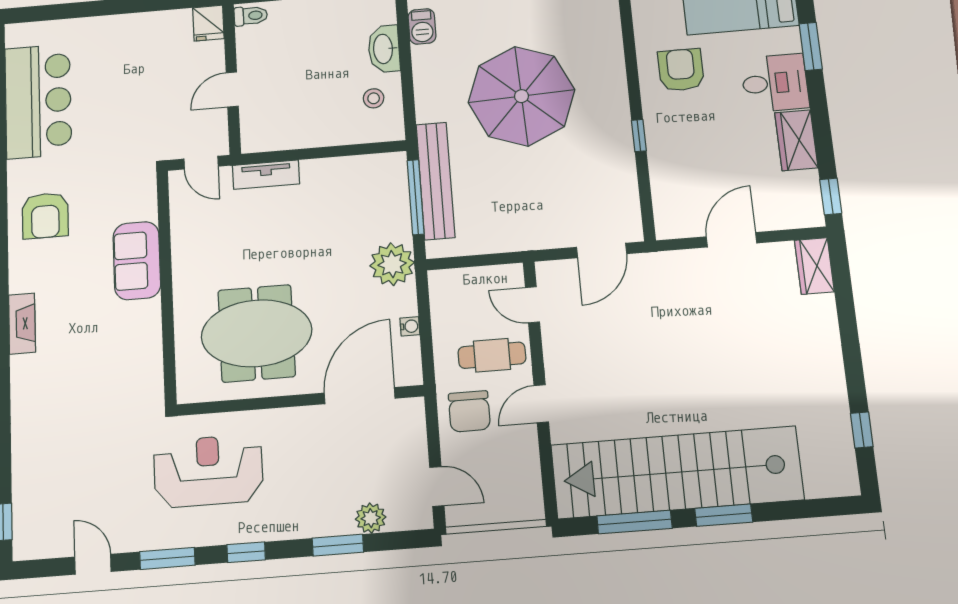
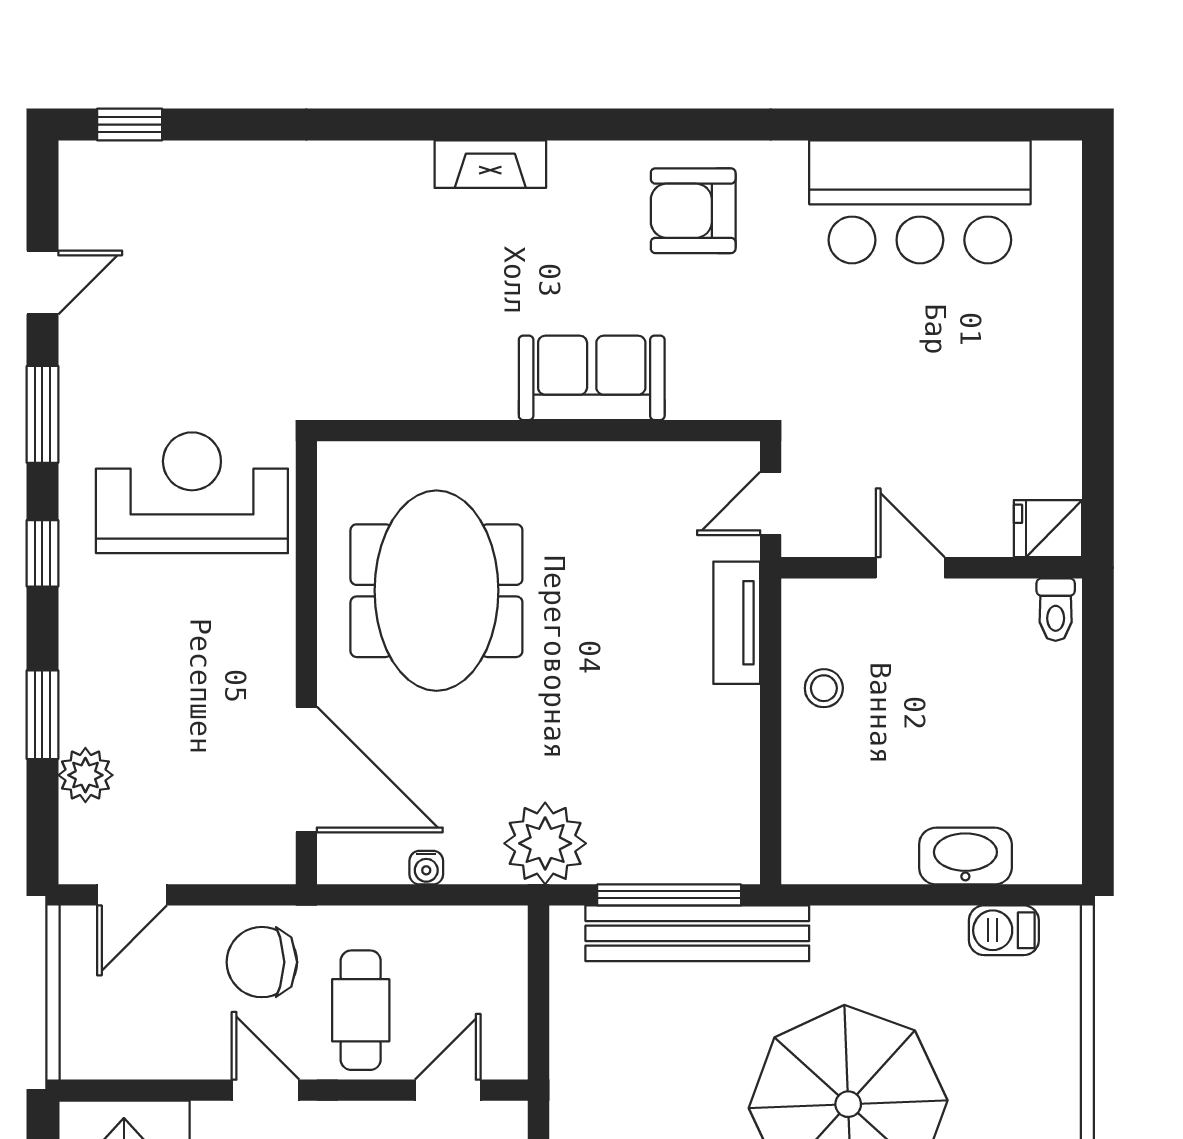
stool: (374, 98) -> (824, 688), moved
reception desk: (208, 471) -> (192, 493), turned -90

